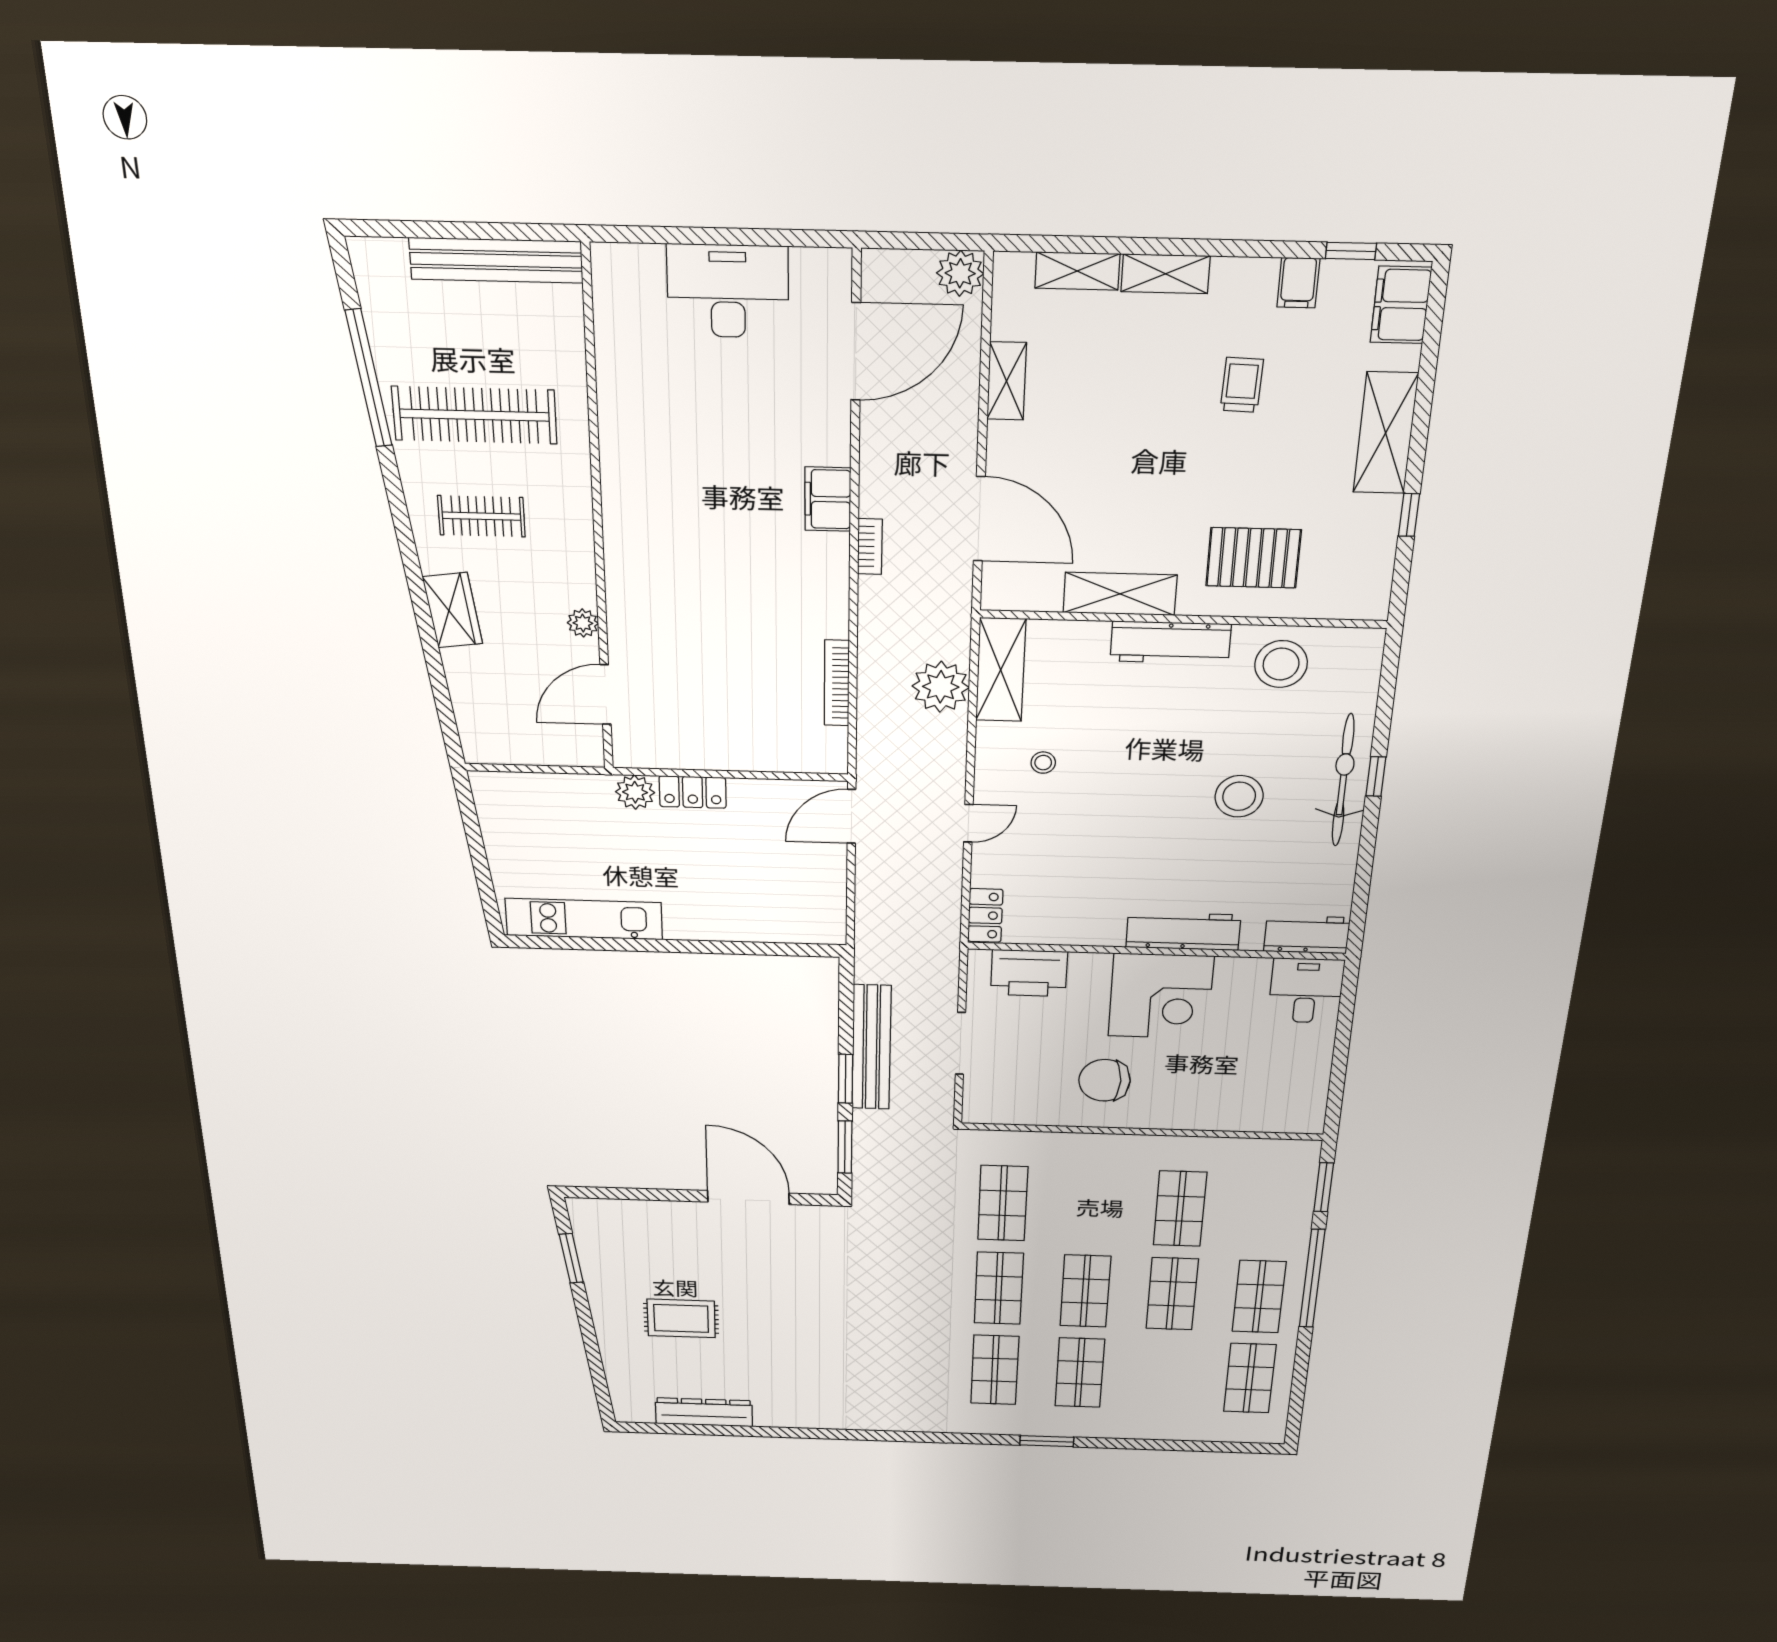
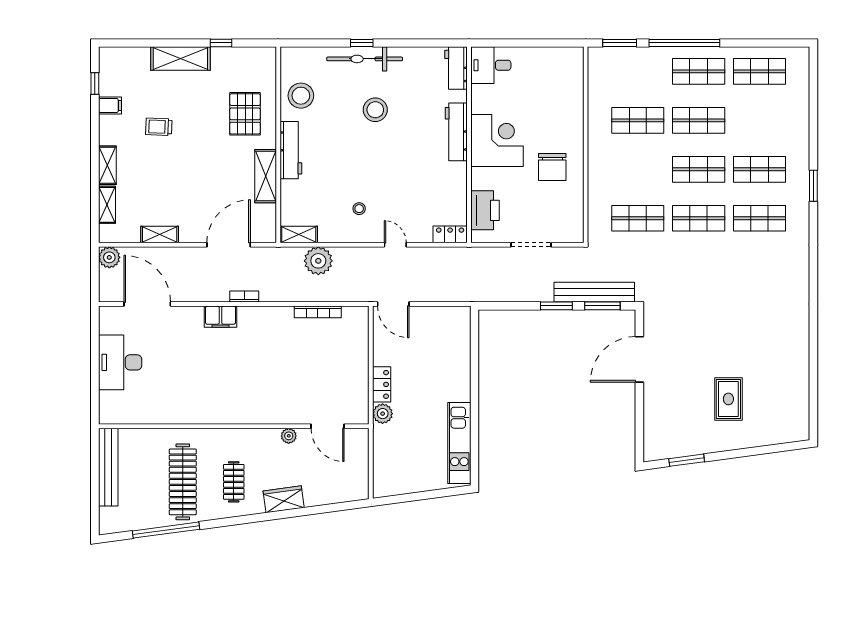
filing cabinet: (1401, 305) -> (119, 59), removed
shelving: (1001, 670) -> (299, 235), width x0.67, depth x0.75
bench: (871, 1047) -> (594, 292), moved
dresser: (704, 1412) -> (800, 387), removed

